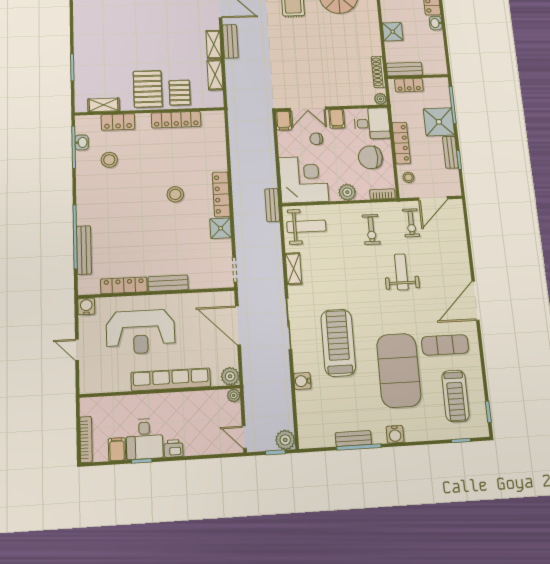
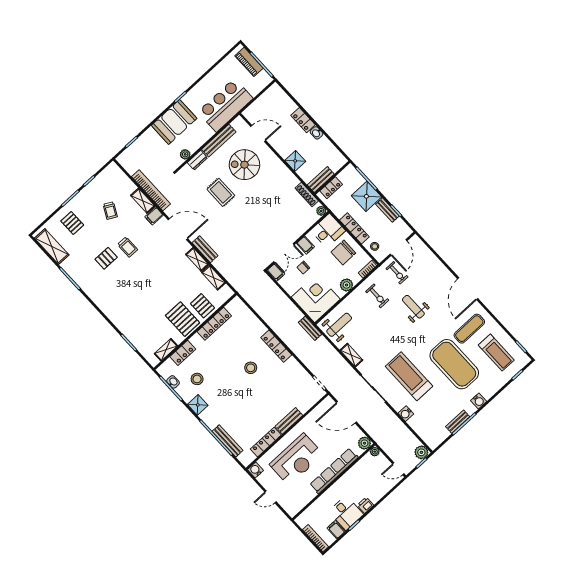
shower: (221, 228) -> (198, 405), moved

